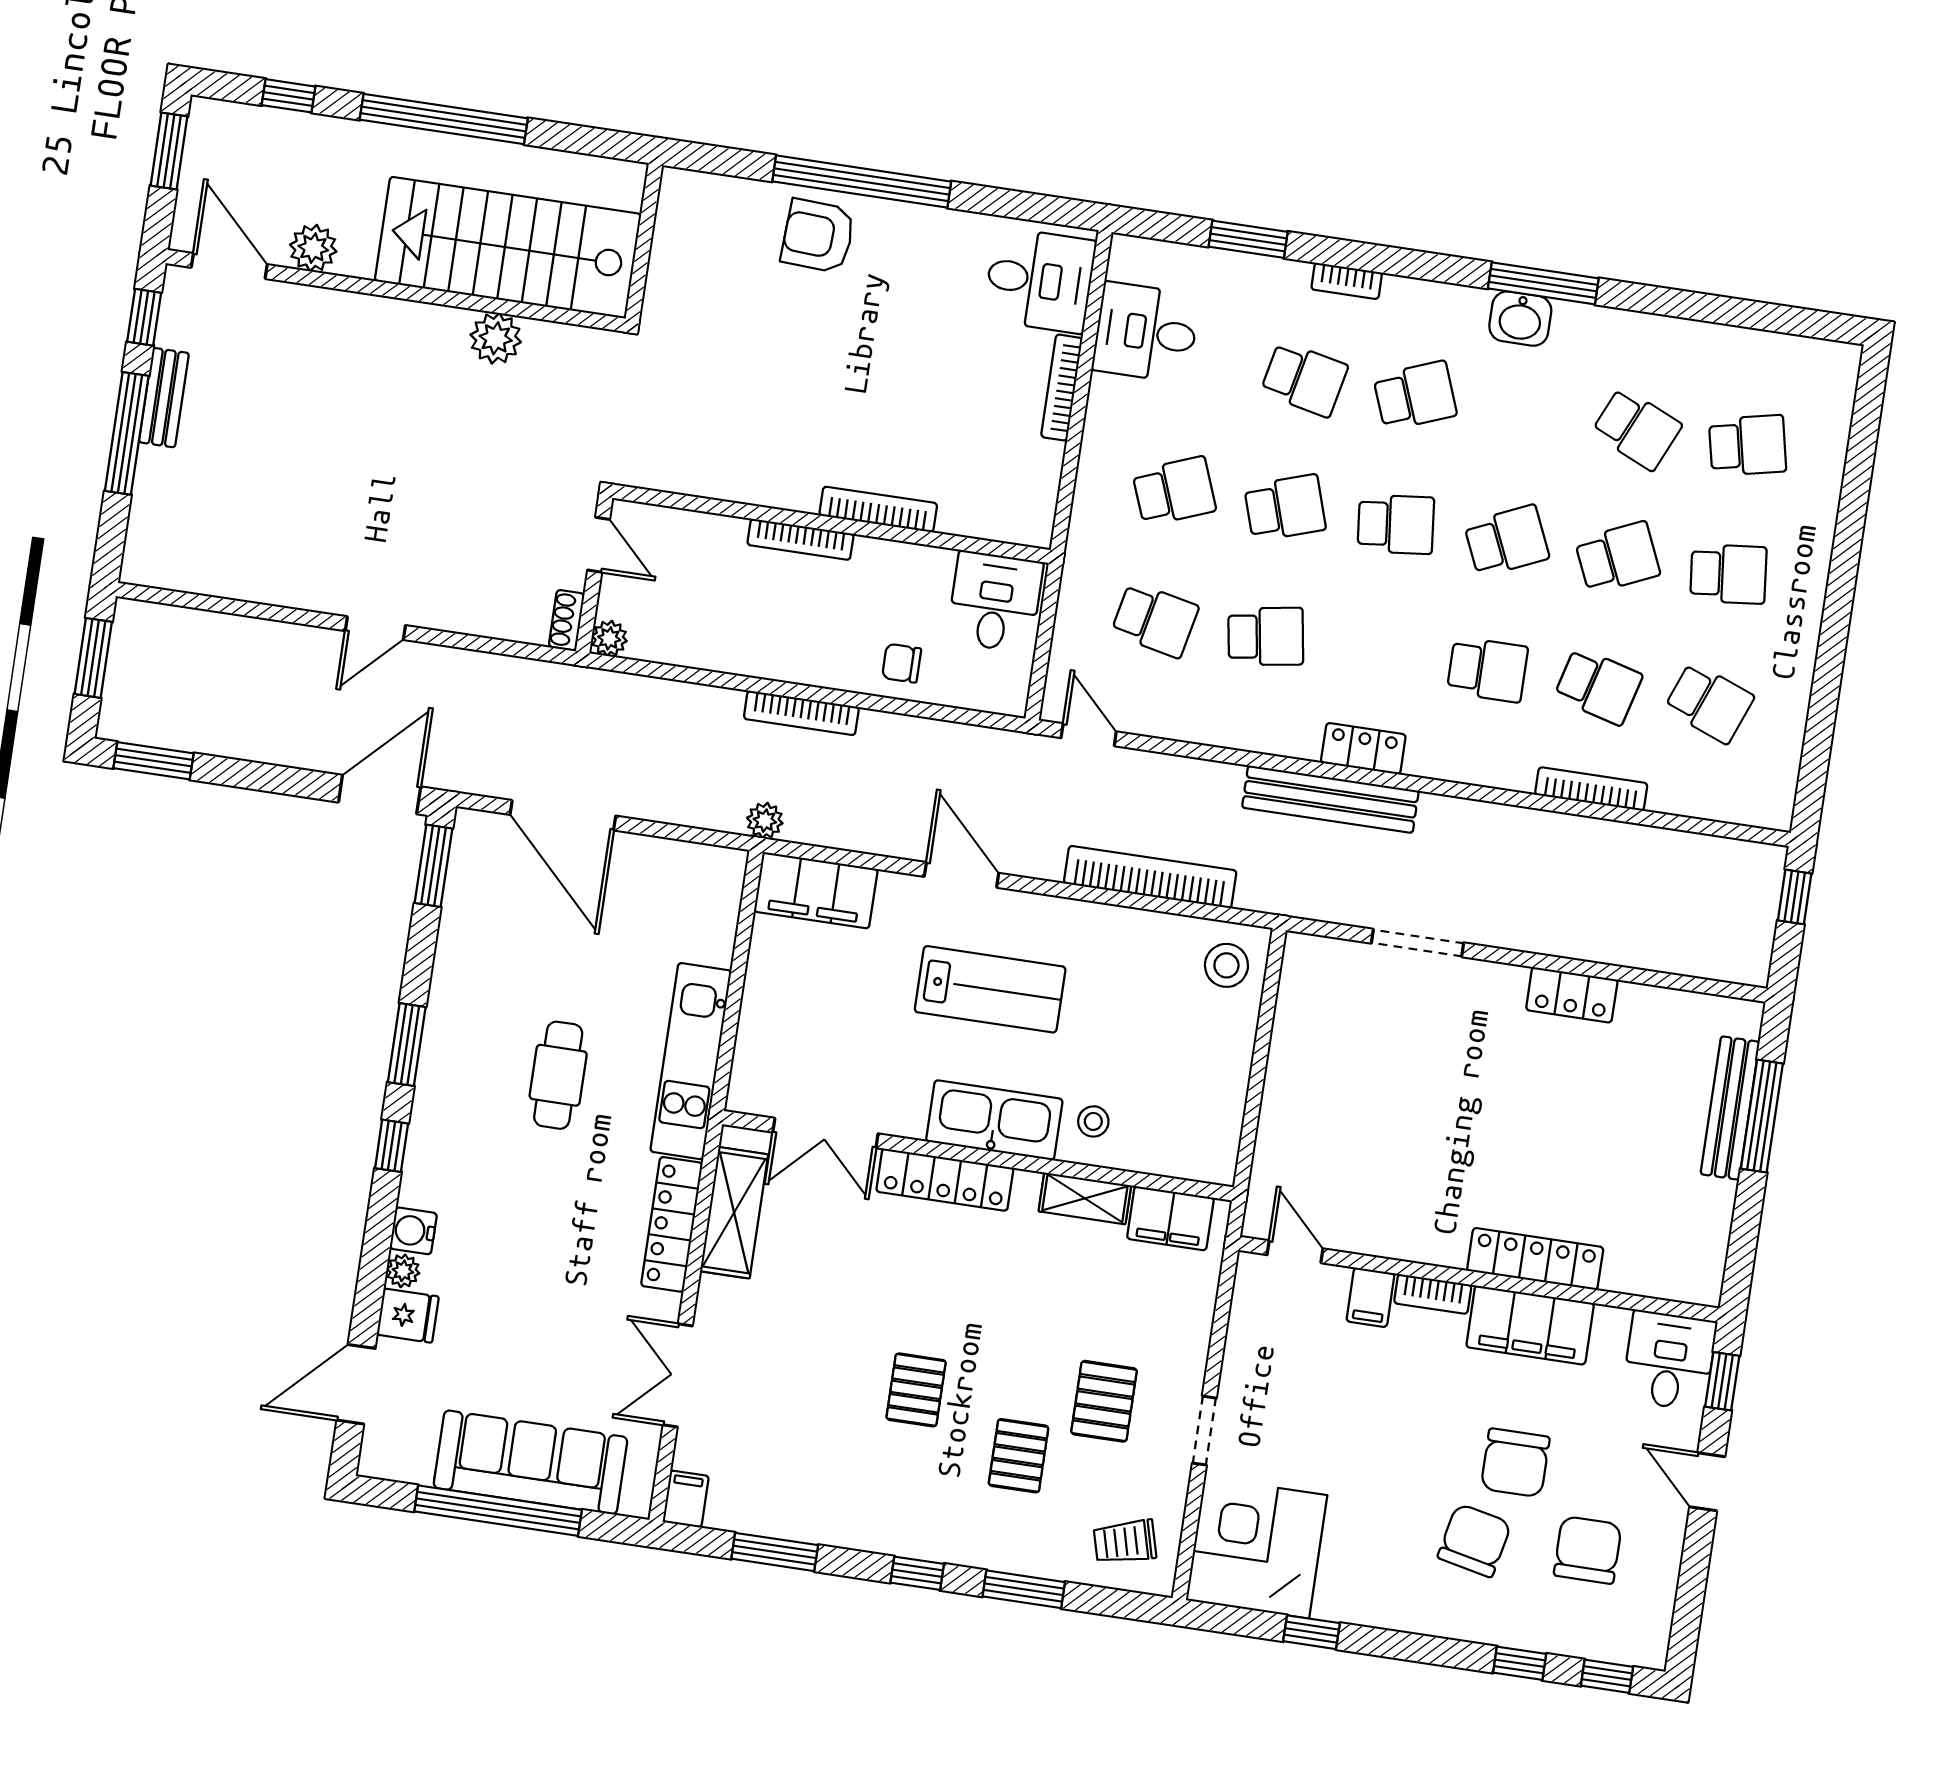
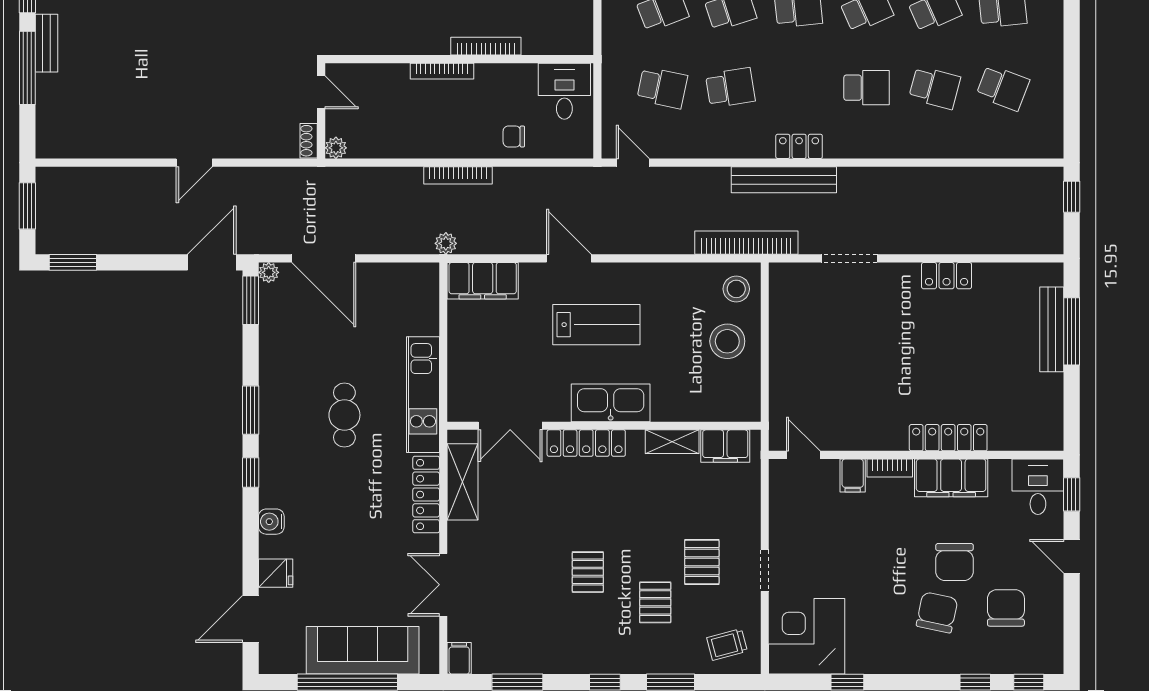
bookcase: (1591, 789) -> (940, 150), removed
bookcase: (1150, 877) -> (746, 243), moved
stool: (1093, 1121) -> (727, 341), moved, width x1.89, depth x1.89
plant: (403, 1271) -> (269, 272), moved

